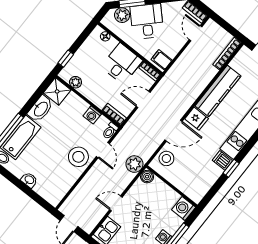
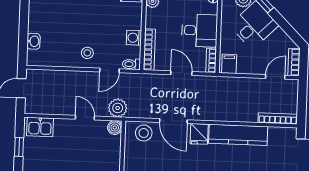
bookcase: (114, 114) -> (149, 50), width x1.56
stool: (78, 157) -> (87, 53), width x0.53, depth x0.53
washbasin: (29, 180) -> (33, 41), moved
door: (116, 203) -> (85, 118), moved

